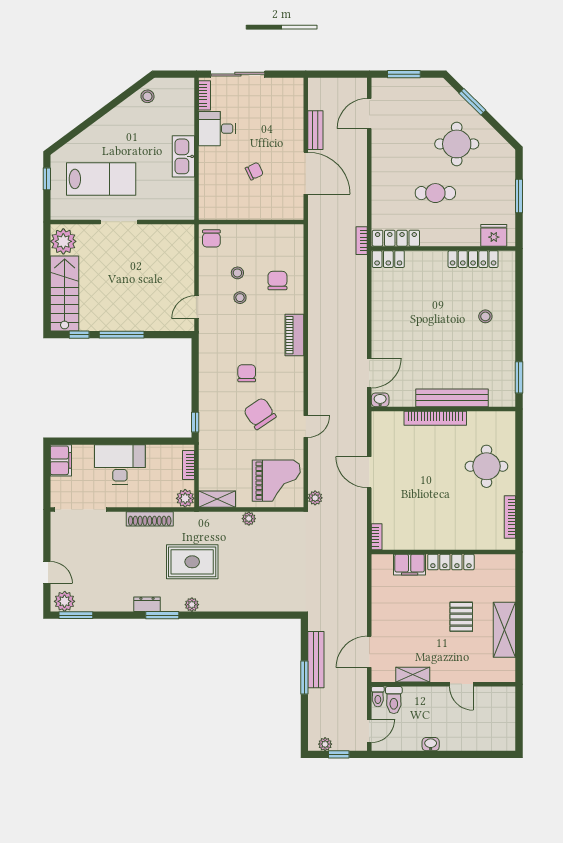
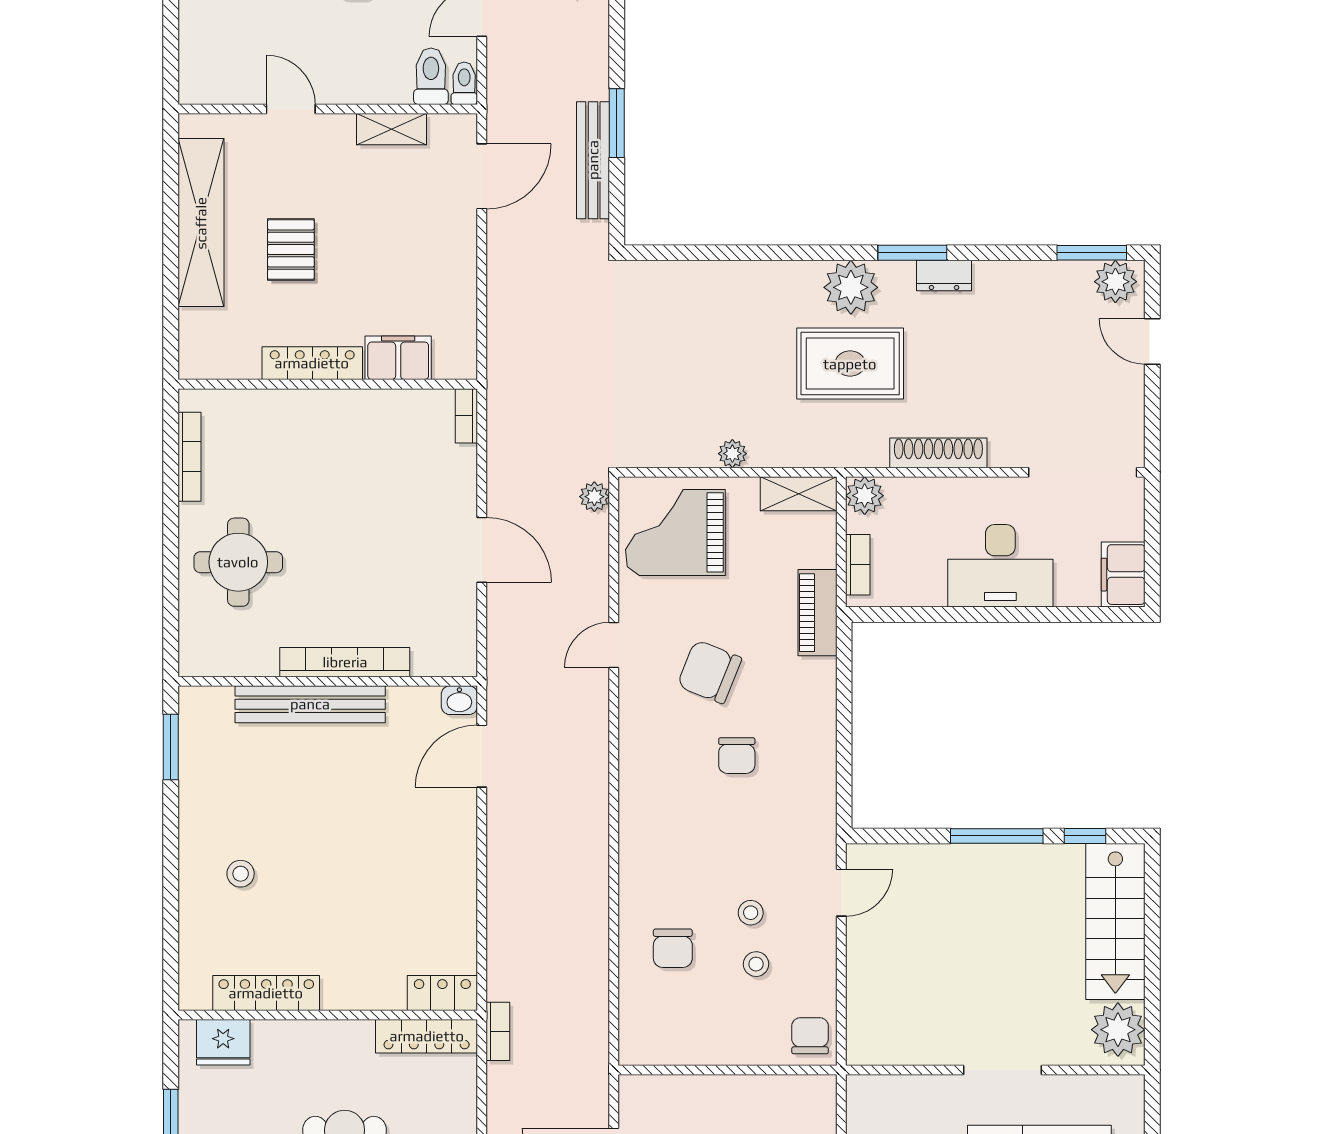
piano: (294, 335) -> (817, 613), moved, turned 180
chair: (260, 414) -> (709, 672), turned 146
window: (195, 422) -> (844, 654), removed
plant: (192, 605) -> (851, 287), width x1.88, depth x1.88
shelving: (504, 630) -> (201, 223), width x1.47

